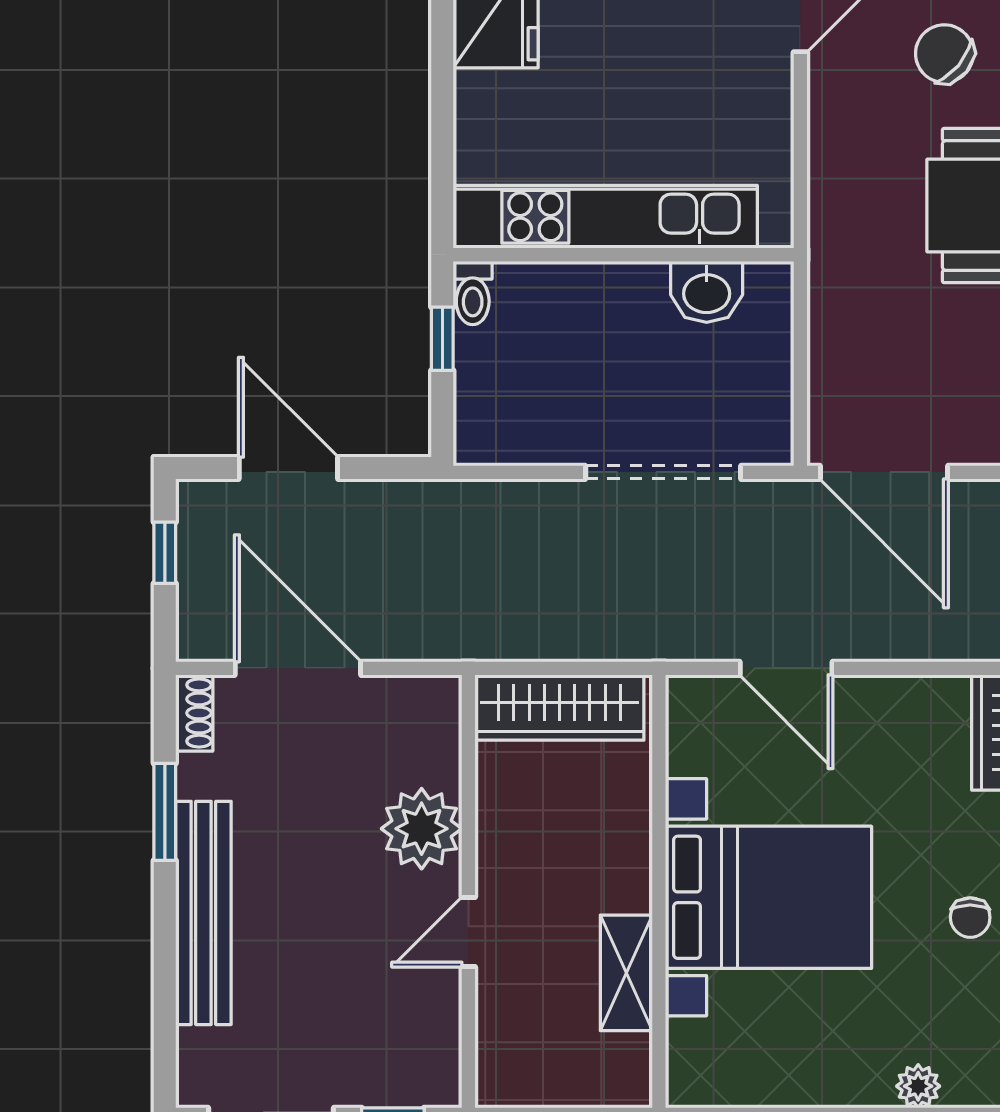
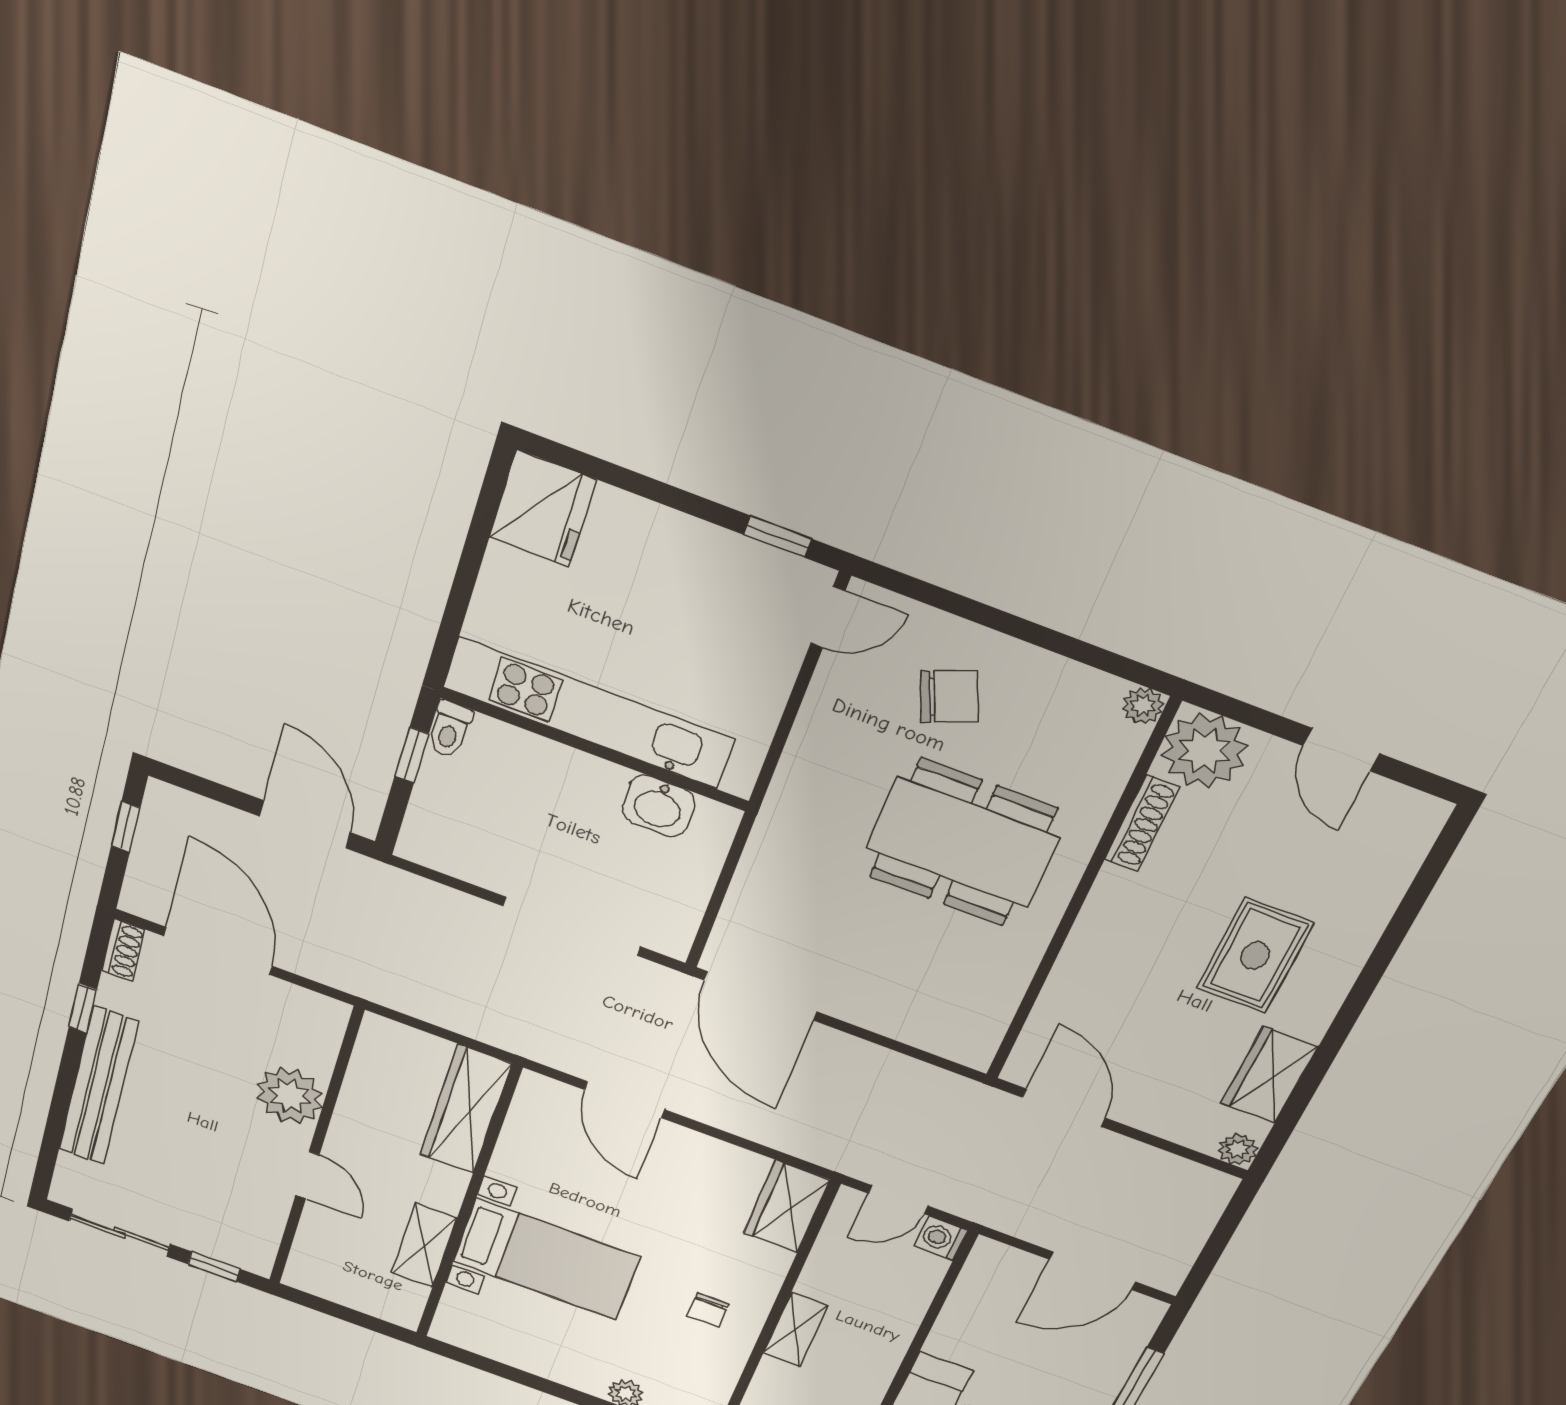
chair: (944, 54) -> (949, 697), turned 118
door: (288, 468) -> (305, 824), moved
wardrobe: (559, 707) -> (466, 1109), moved, turned 90
window: (165, 812) -> (83, 1008), width x0.67
bed with nightstands: (768, 897) -> (546, 1259), width x0.73
door: (468, 932) -> (307, 1175), swing flipped

